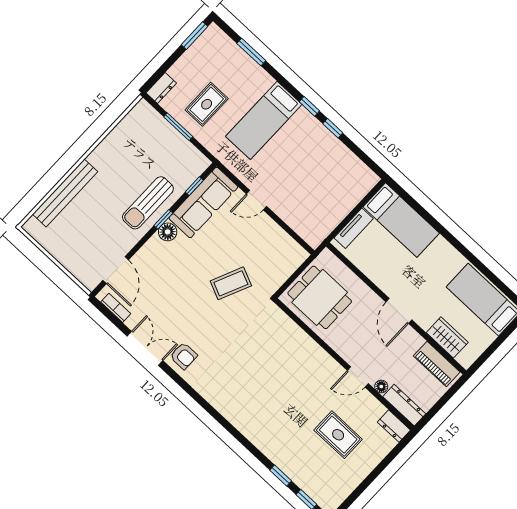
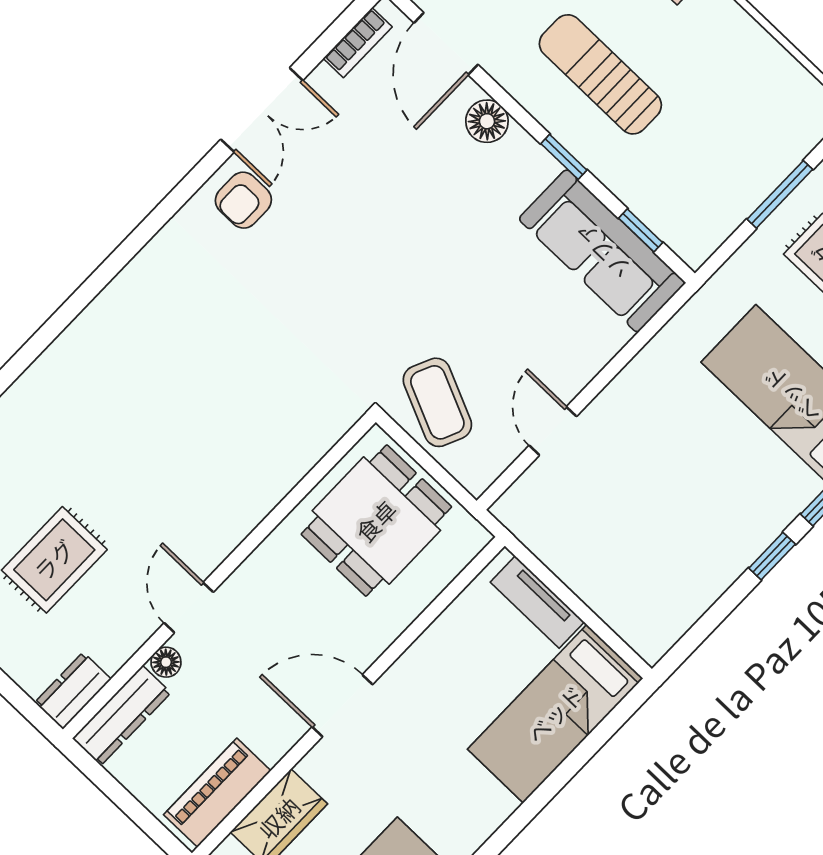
door: (257, 200) -> (553, 431), moved
sun lounger: (148, 203) -> (600, 74), moved
floor lamp: (168, 232) -> (487, 121), moved
door: (116, 270) -> (446, 44), hinge flipped
coffee table: (231, 283) -> (437, 402), moved

